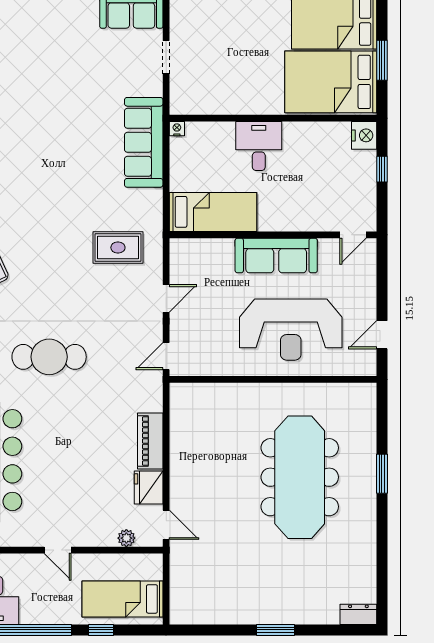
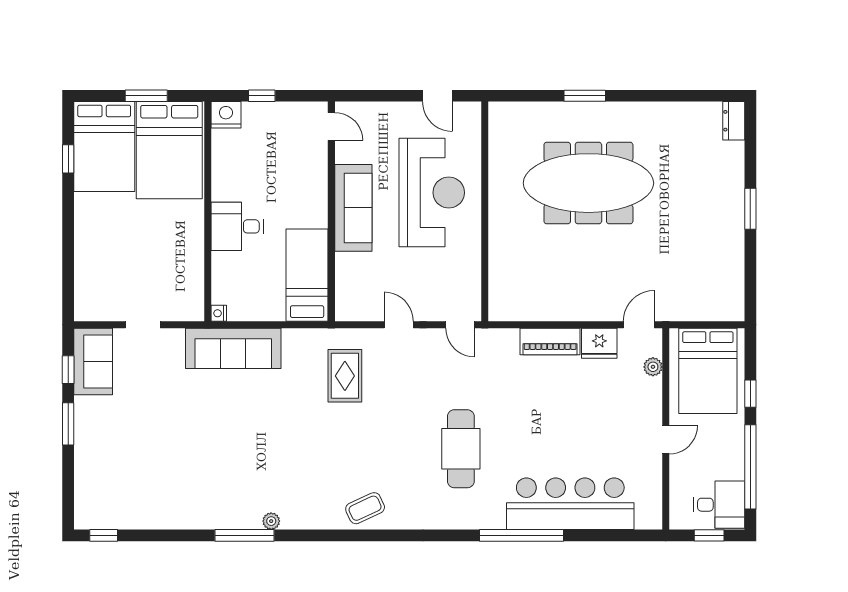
bed: (122, 599) -> (708, 371), width x1.50

